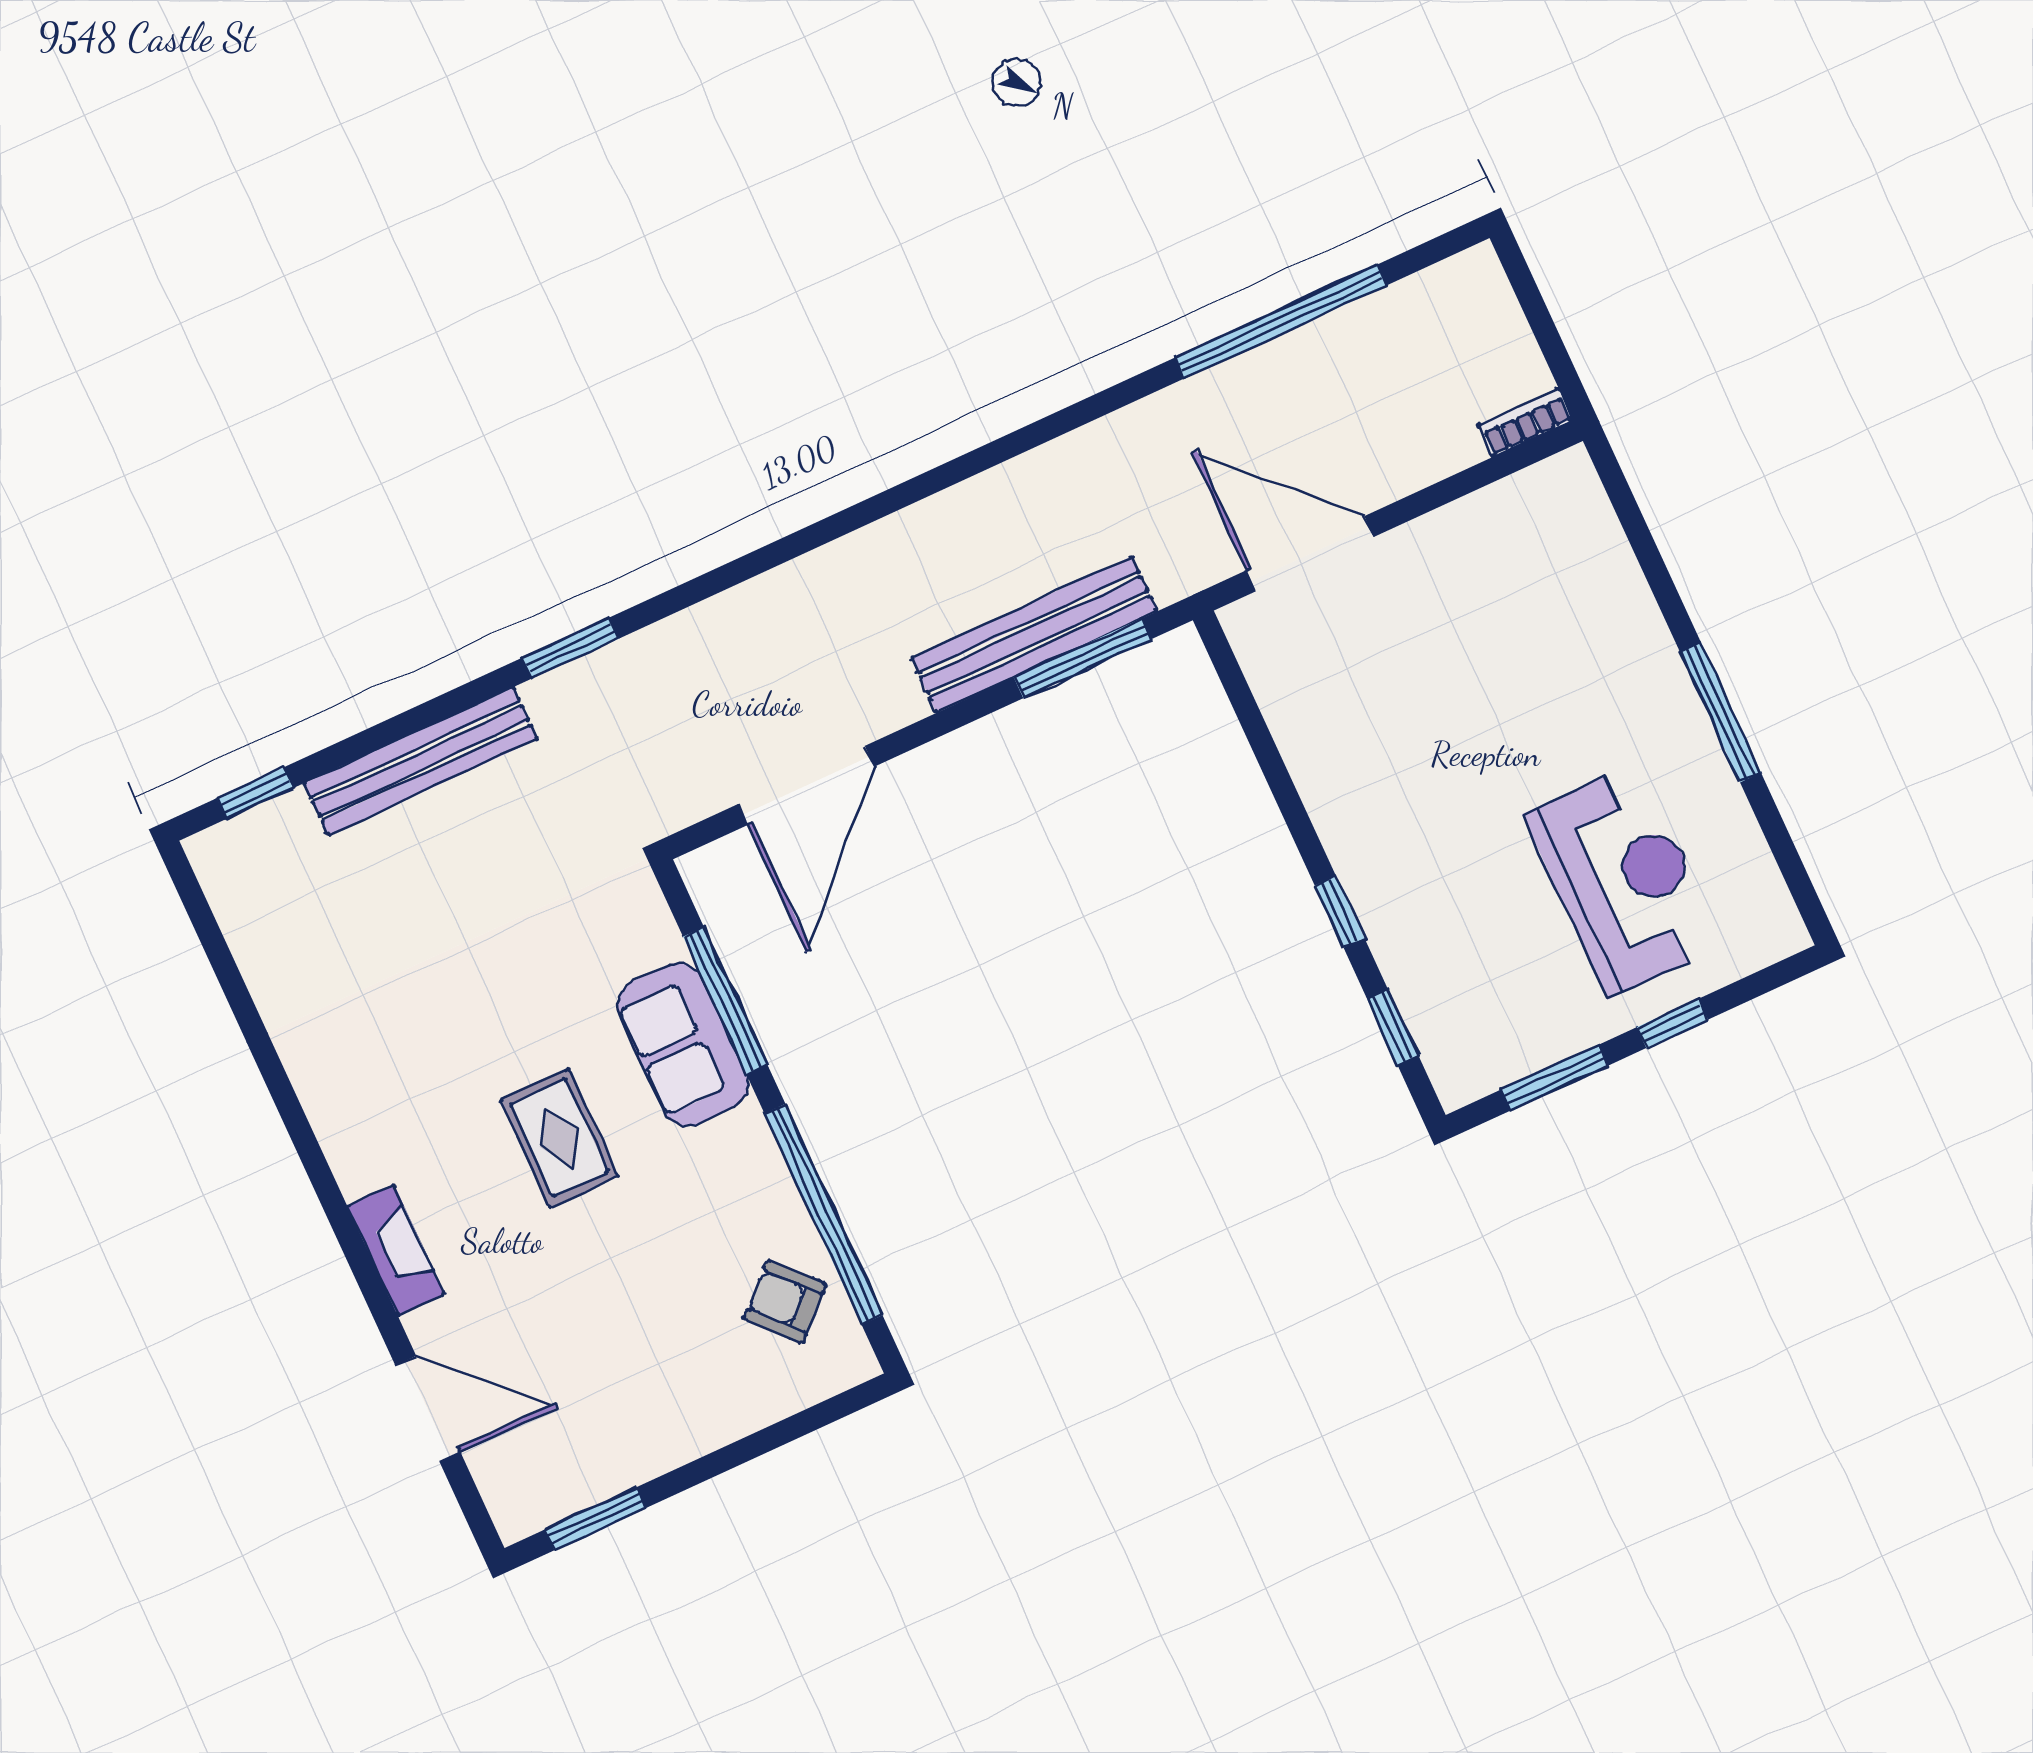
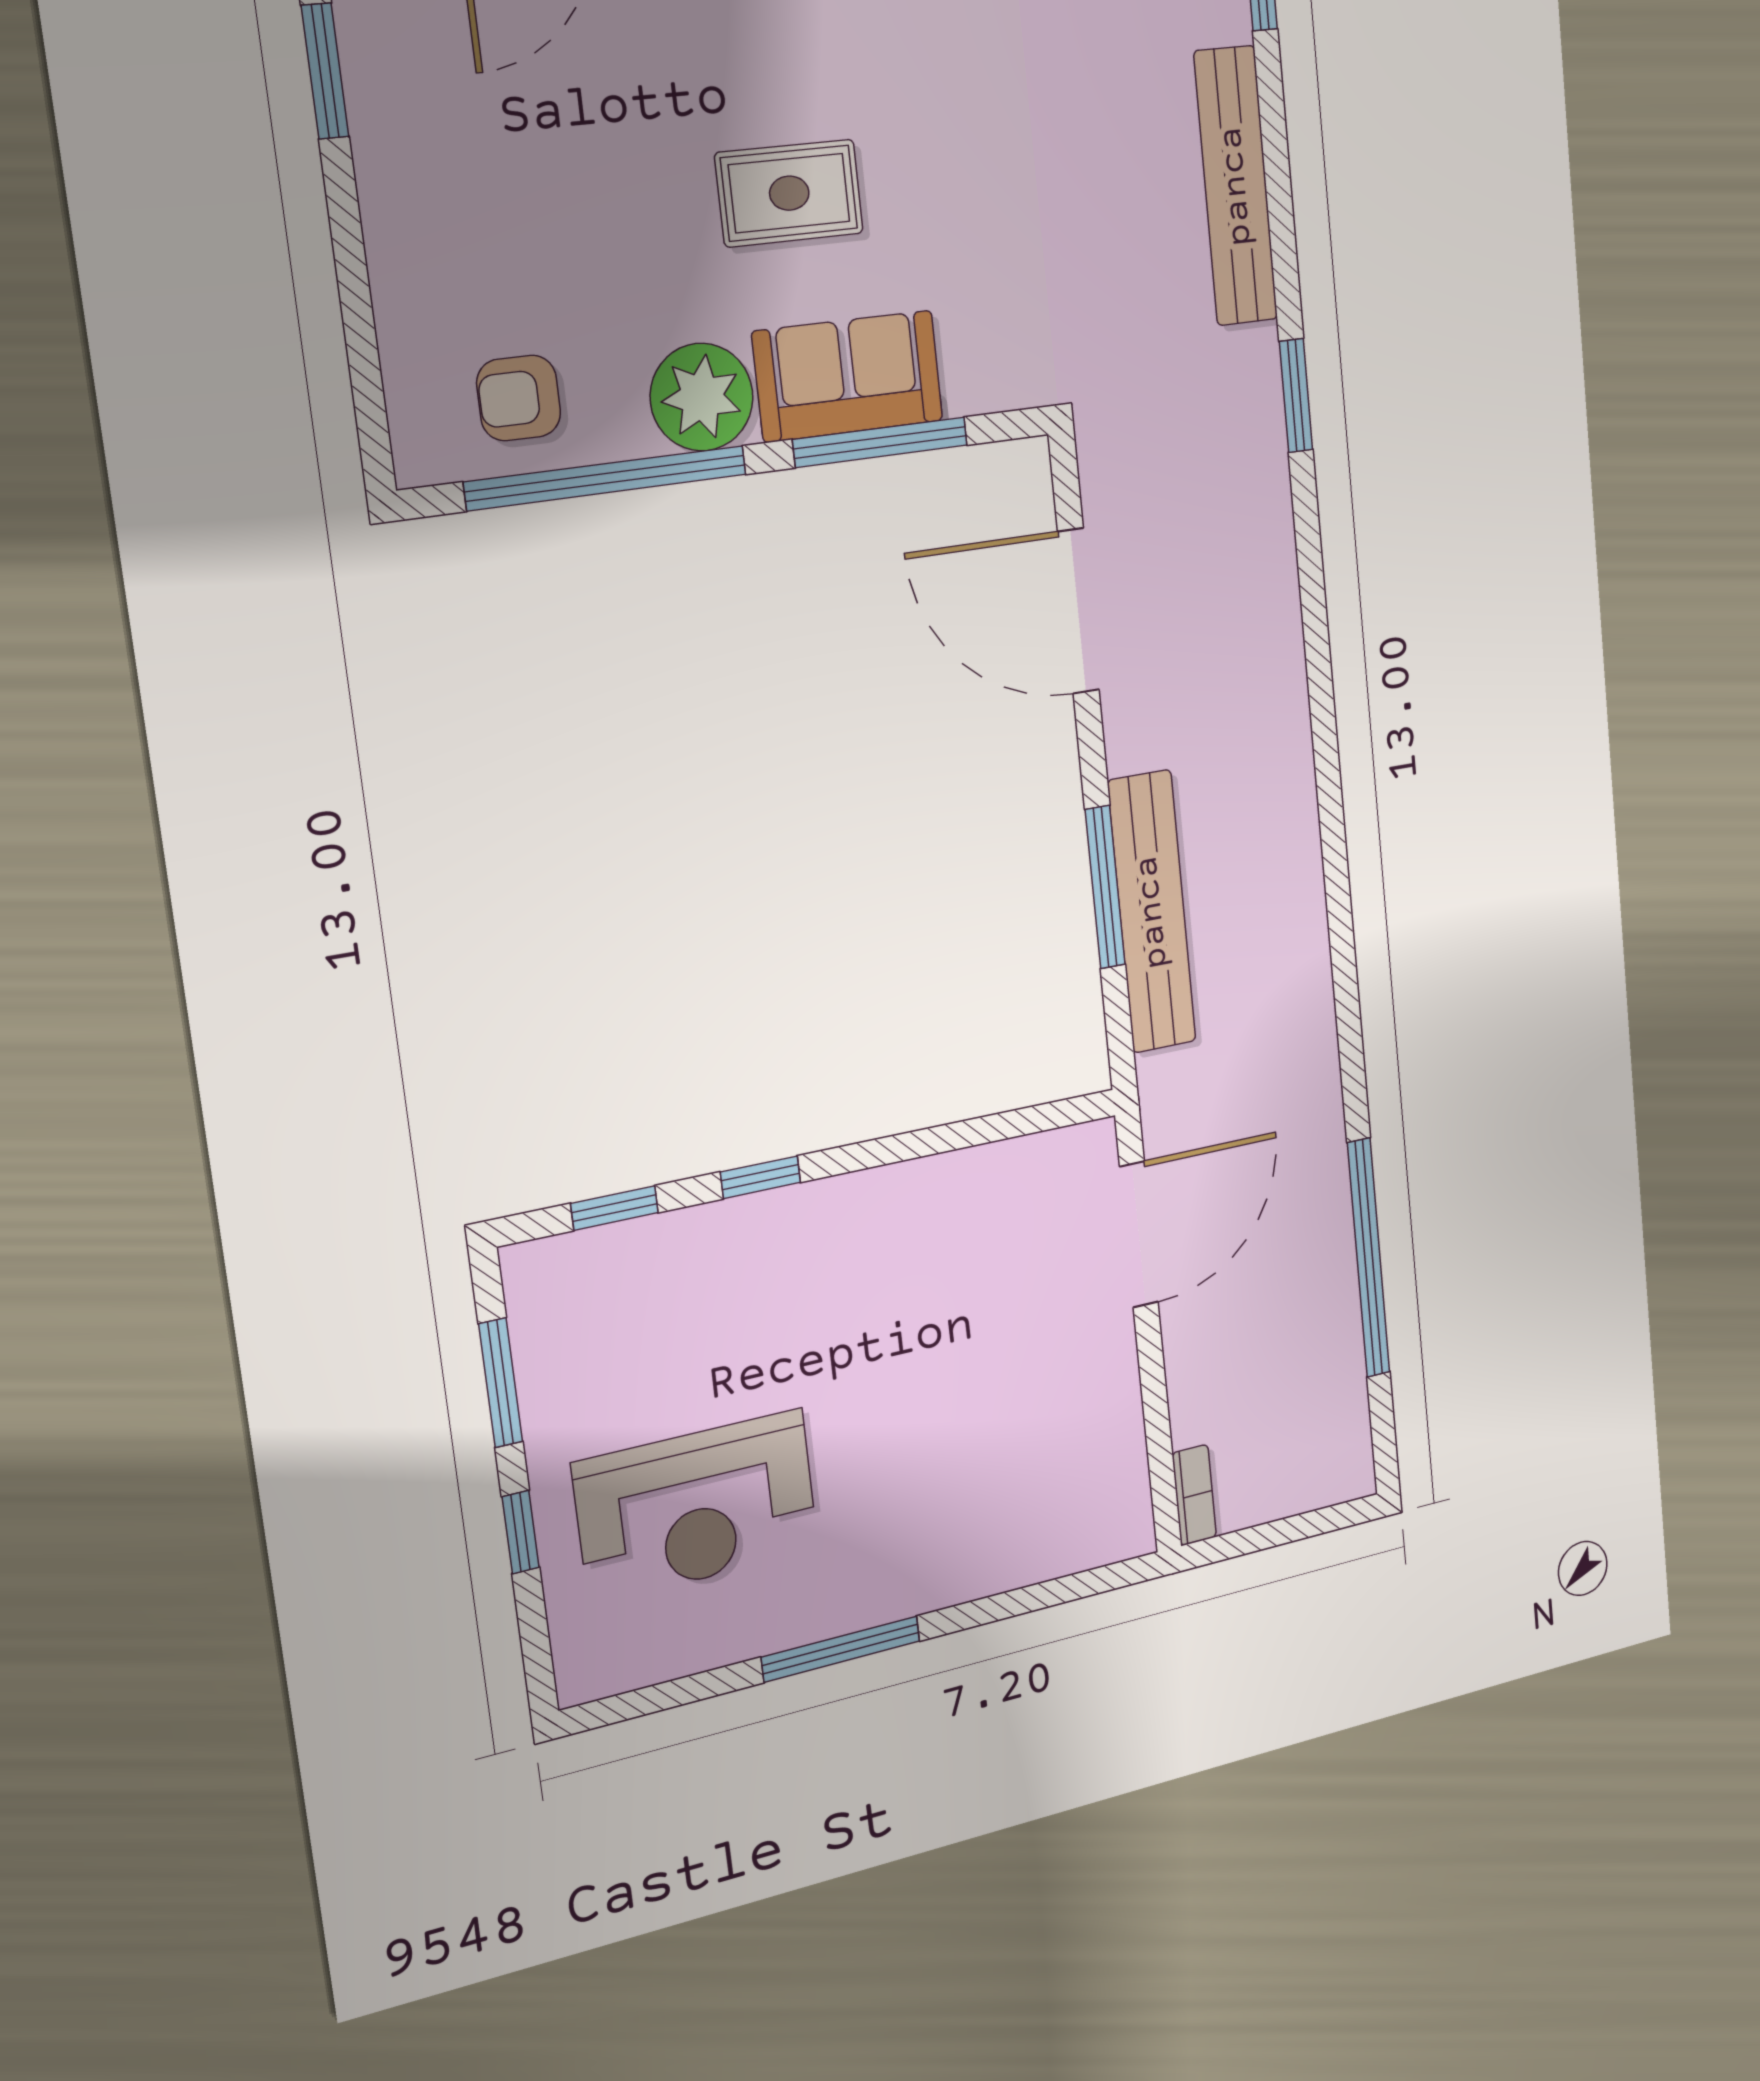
window: (1083, 658) -> (1105, 887), moved
plant: (738, 1158) -> (702, 397), added
armchair: (785, 1302) -> (519, 398), turned -137

